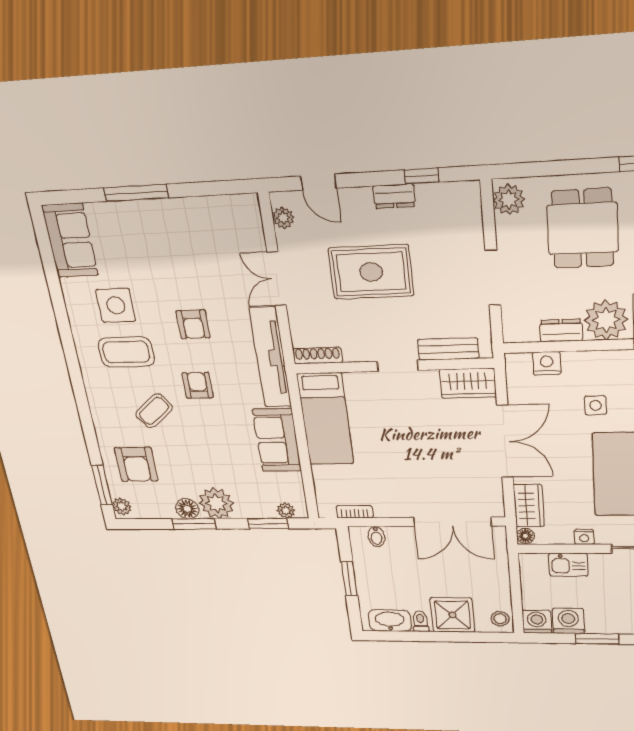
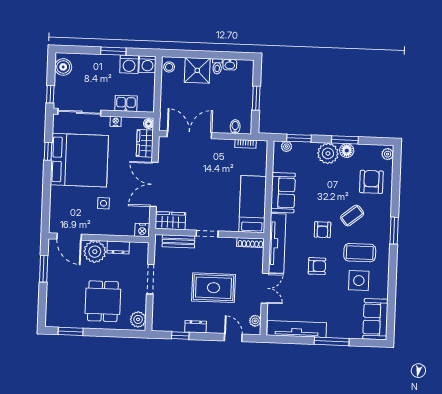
tv unit: (204, 210) -> (297, 329), added
armchair: (193, 324) -> (317, 266), turned 90
nightstand: (547, 363) -> (142, 230), moved
window: (102, 485) -> (394, 231), moved
washbasin: (390, 621) -> (230, 65), width x0.52, depth x0.69

